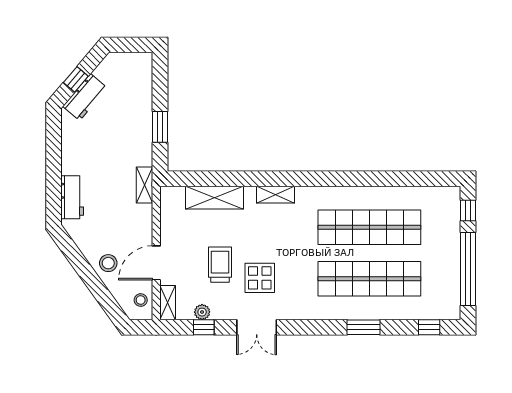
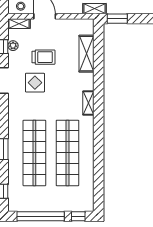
window: (160, 127) -> (117, 19), moved
shelving: (276, 195) -> (88, 103), moved

